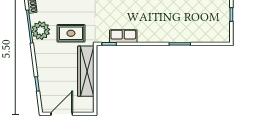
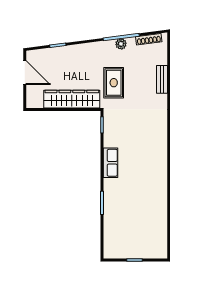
plant: (41, 30) -> (121, 44), width x0.53, depth x0.53
row of seats: (123, 36) -> (111, 163), moved

